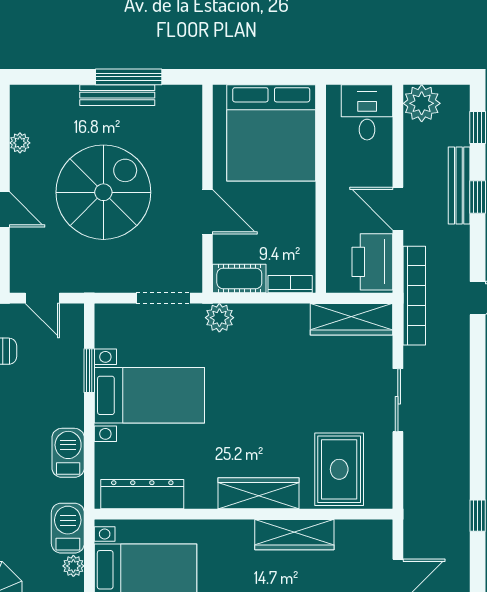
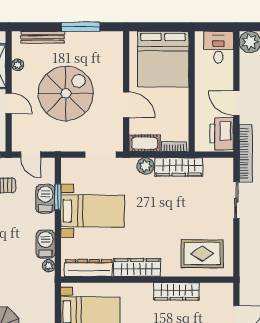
bench: (117, 95) -> (43, 37), moved
plant: (219, 318) -> (145, 166), moved
wardrobe: (352, 319) -> (179, 167), moved
sliding door: (398, 400) -> (236, 200), moved
rug: (339, 469) -> (202, 254), turned 90
wardrobe: (258, 493) -> (137, 268), moved
barbecue: (68, 528) -> (45, 199), moved
plant: (73, 566) -> (49, 266), moved

